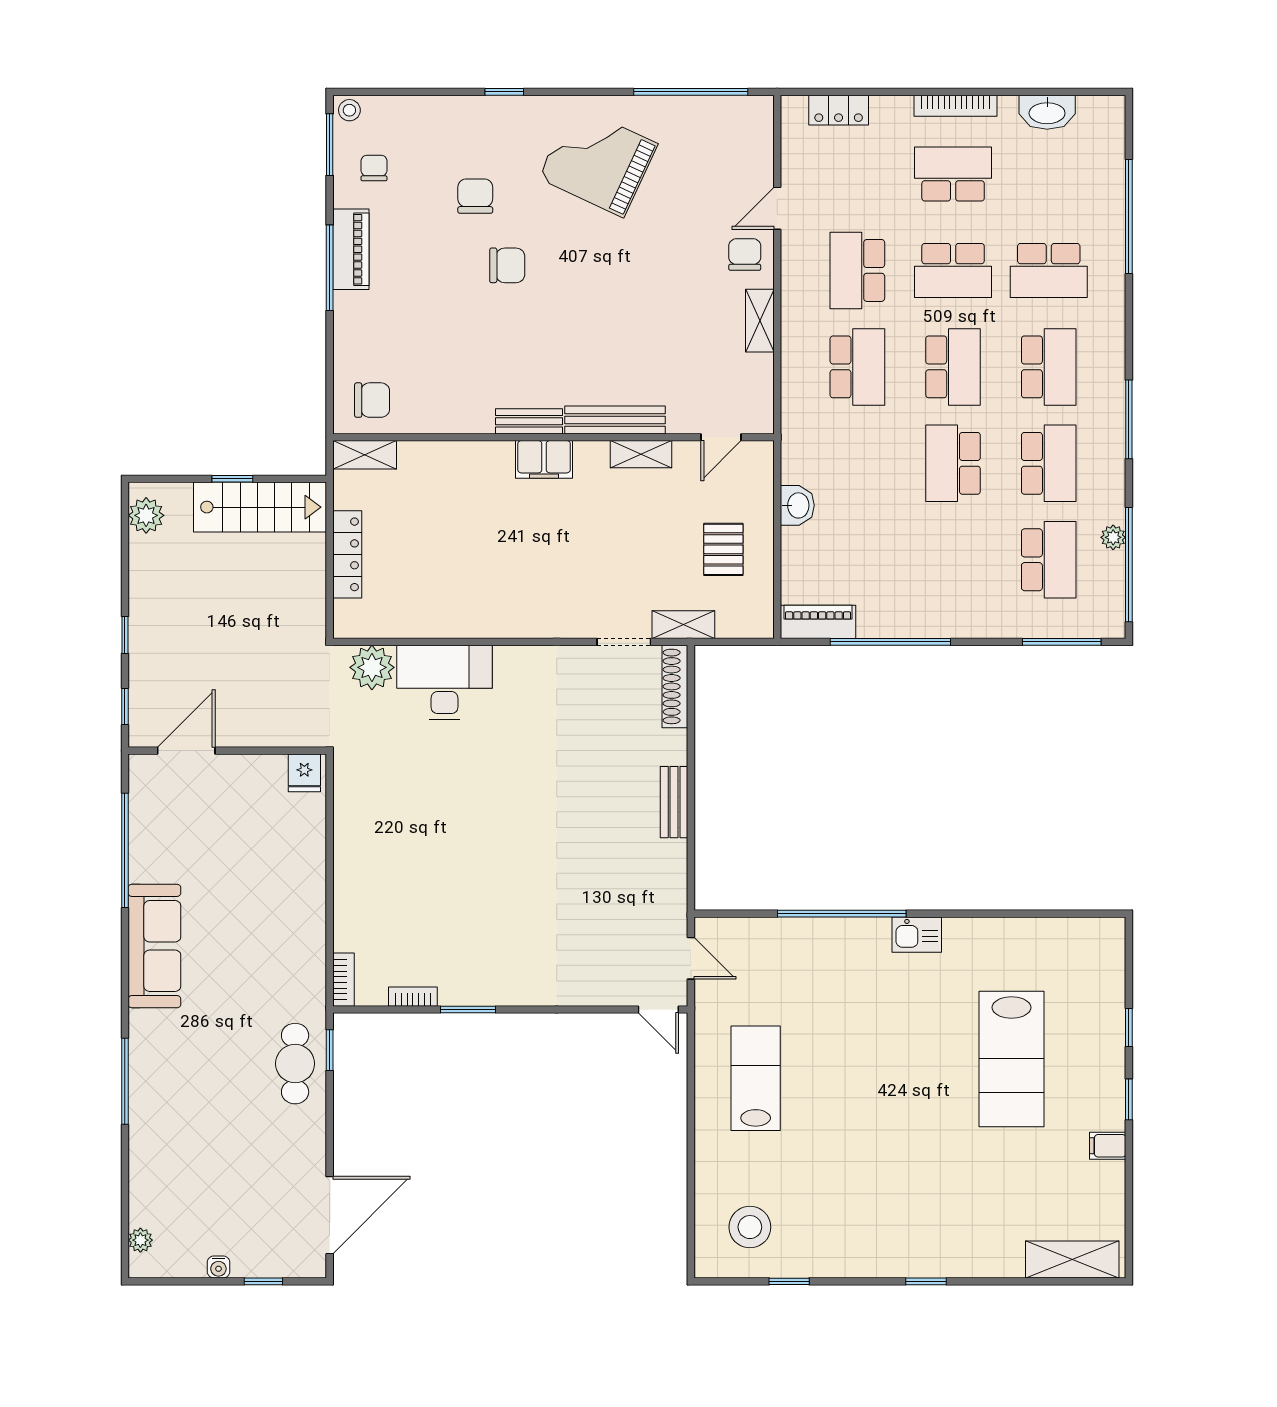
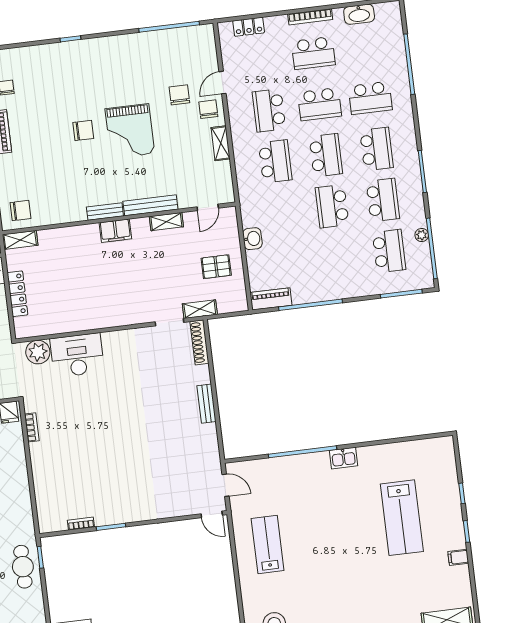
grand piano: (598, 161) -> (130, 131), moved, turned -115
school desk: (953, 174) -> (313, 53), turned 180
chair: (475, 196) -> (179, 95), moved
pallet: (723, 549) -> (216, 267), turned 90
bookcase: (343, 980) -> (32, 427), moved

